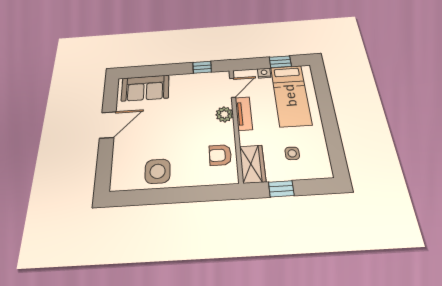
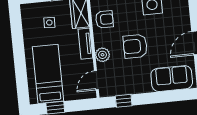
nightstand: (264, 73) -> (69, 96), removed
tv unit: (244, 114) -> (85, 44), moved
armchair: (184, 123) -> (135, 46), added

